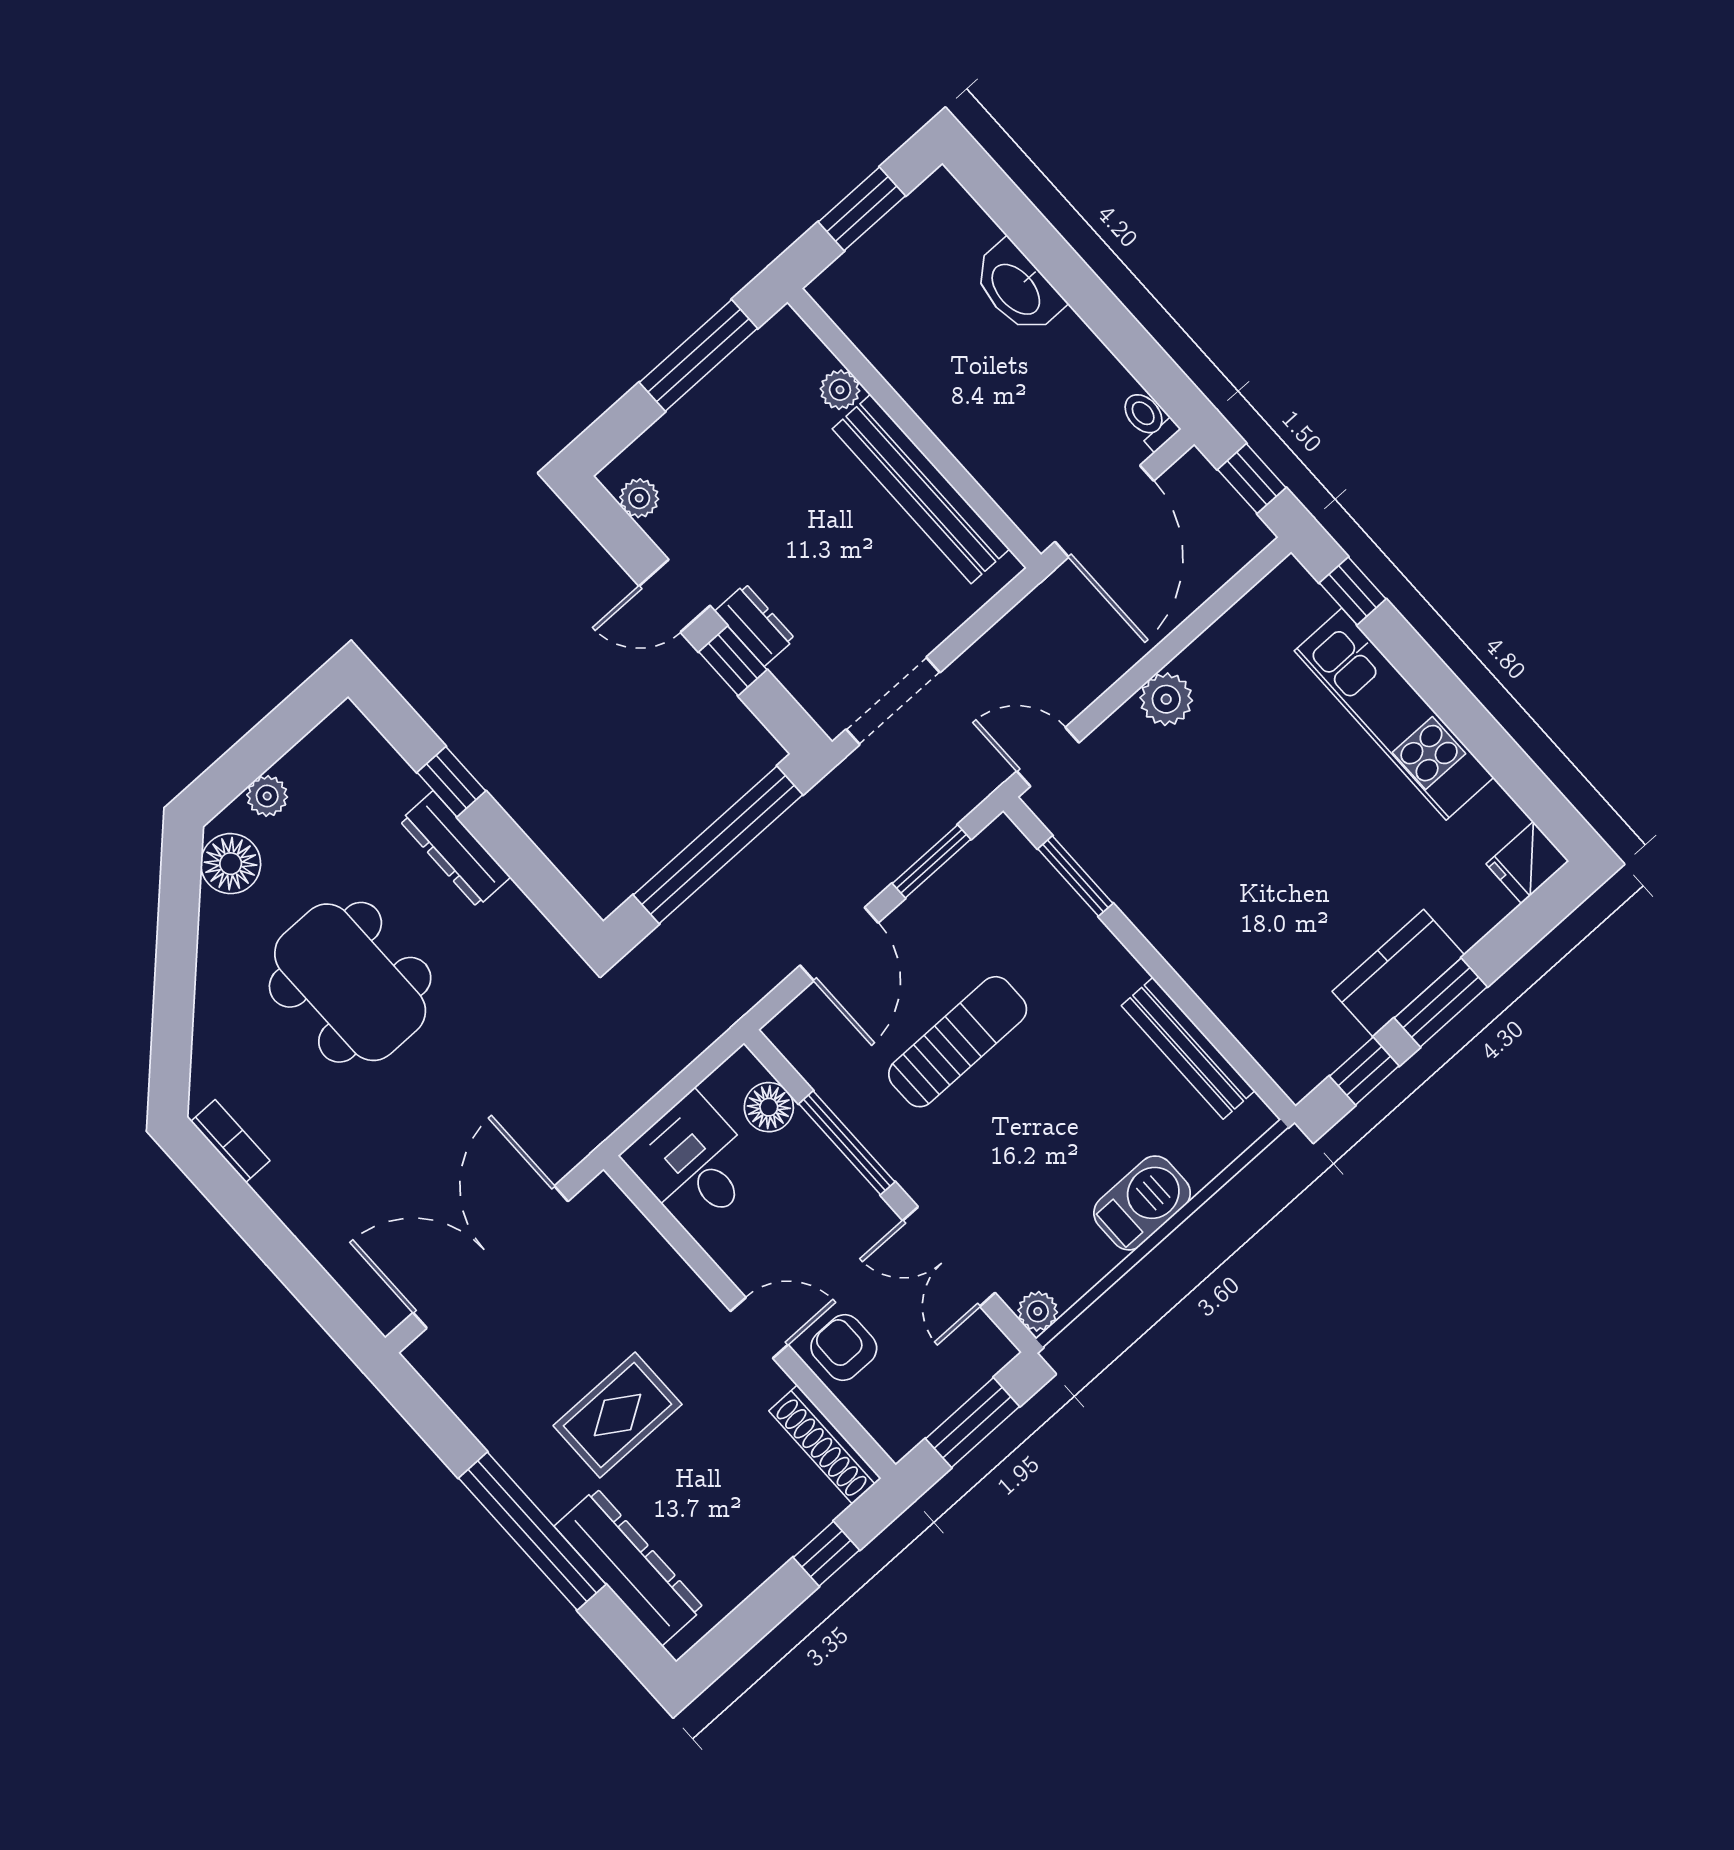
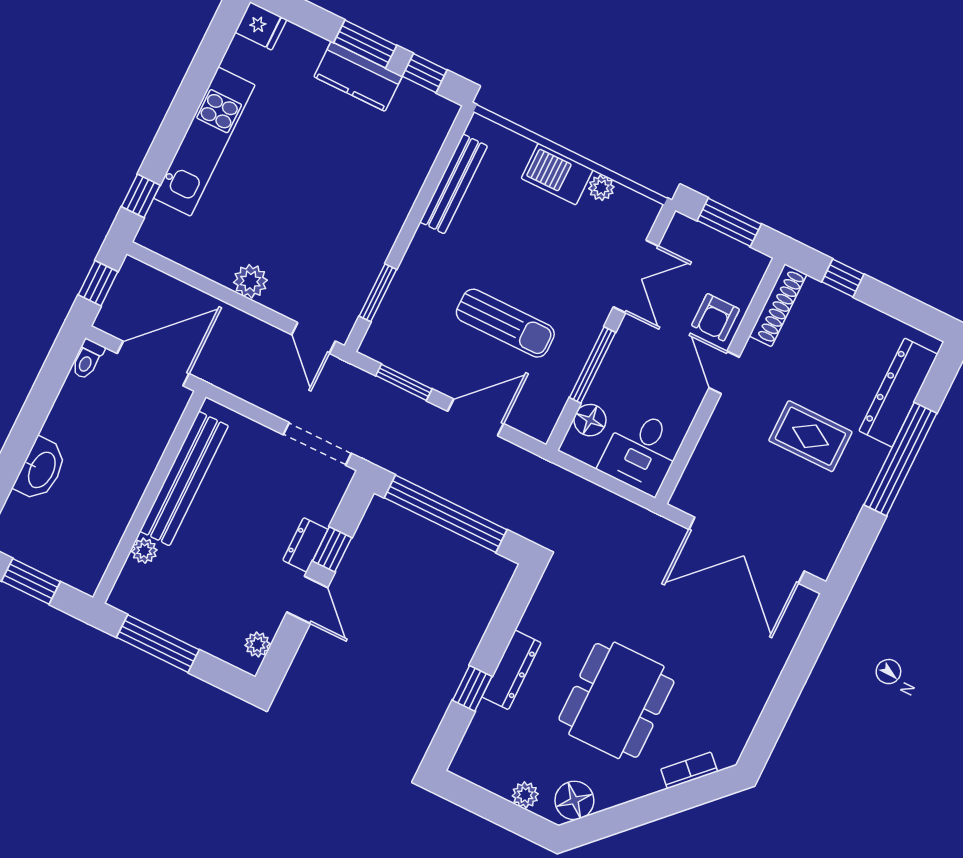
sun lounger: (958, 1042) -> (505, 323), turned 180
bookcase: (230, 1141) -> (689, 770), moved, turned 45
plant: (1038, 1311) -> (601, 188), moved

